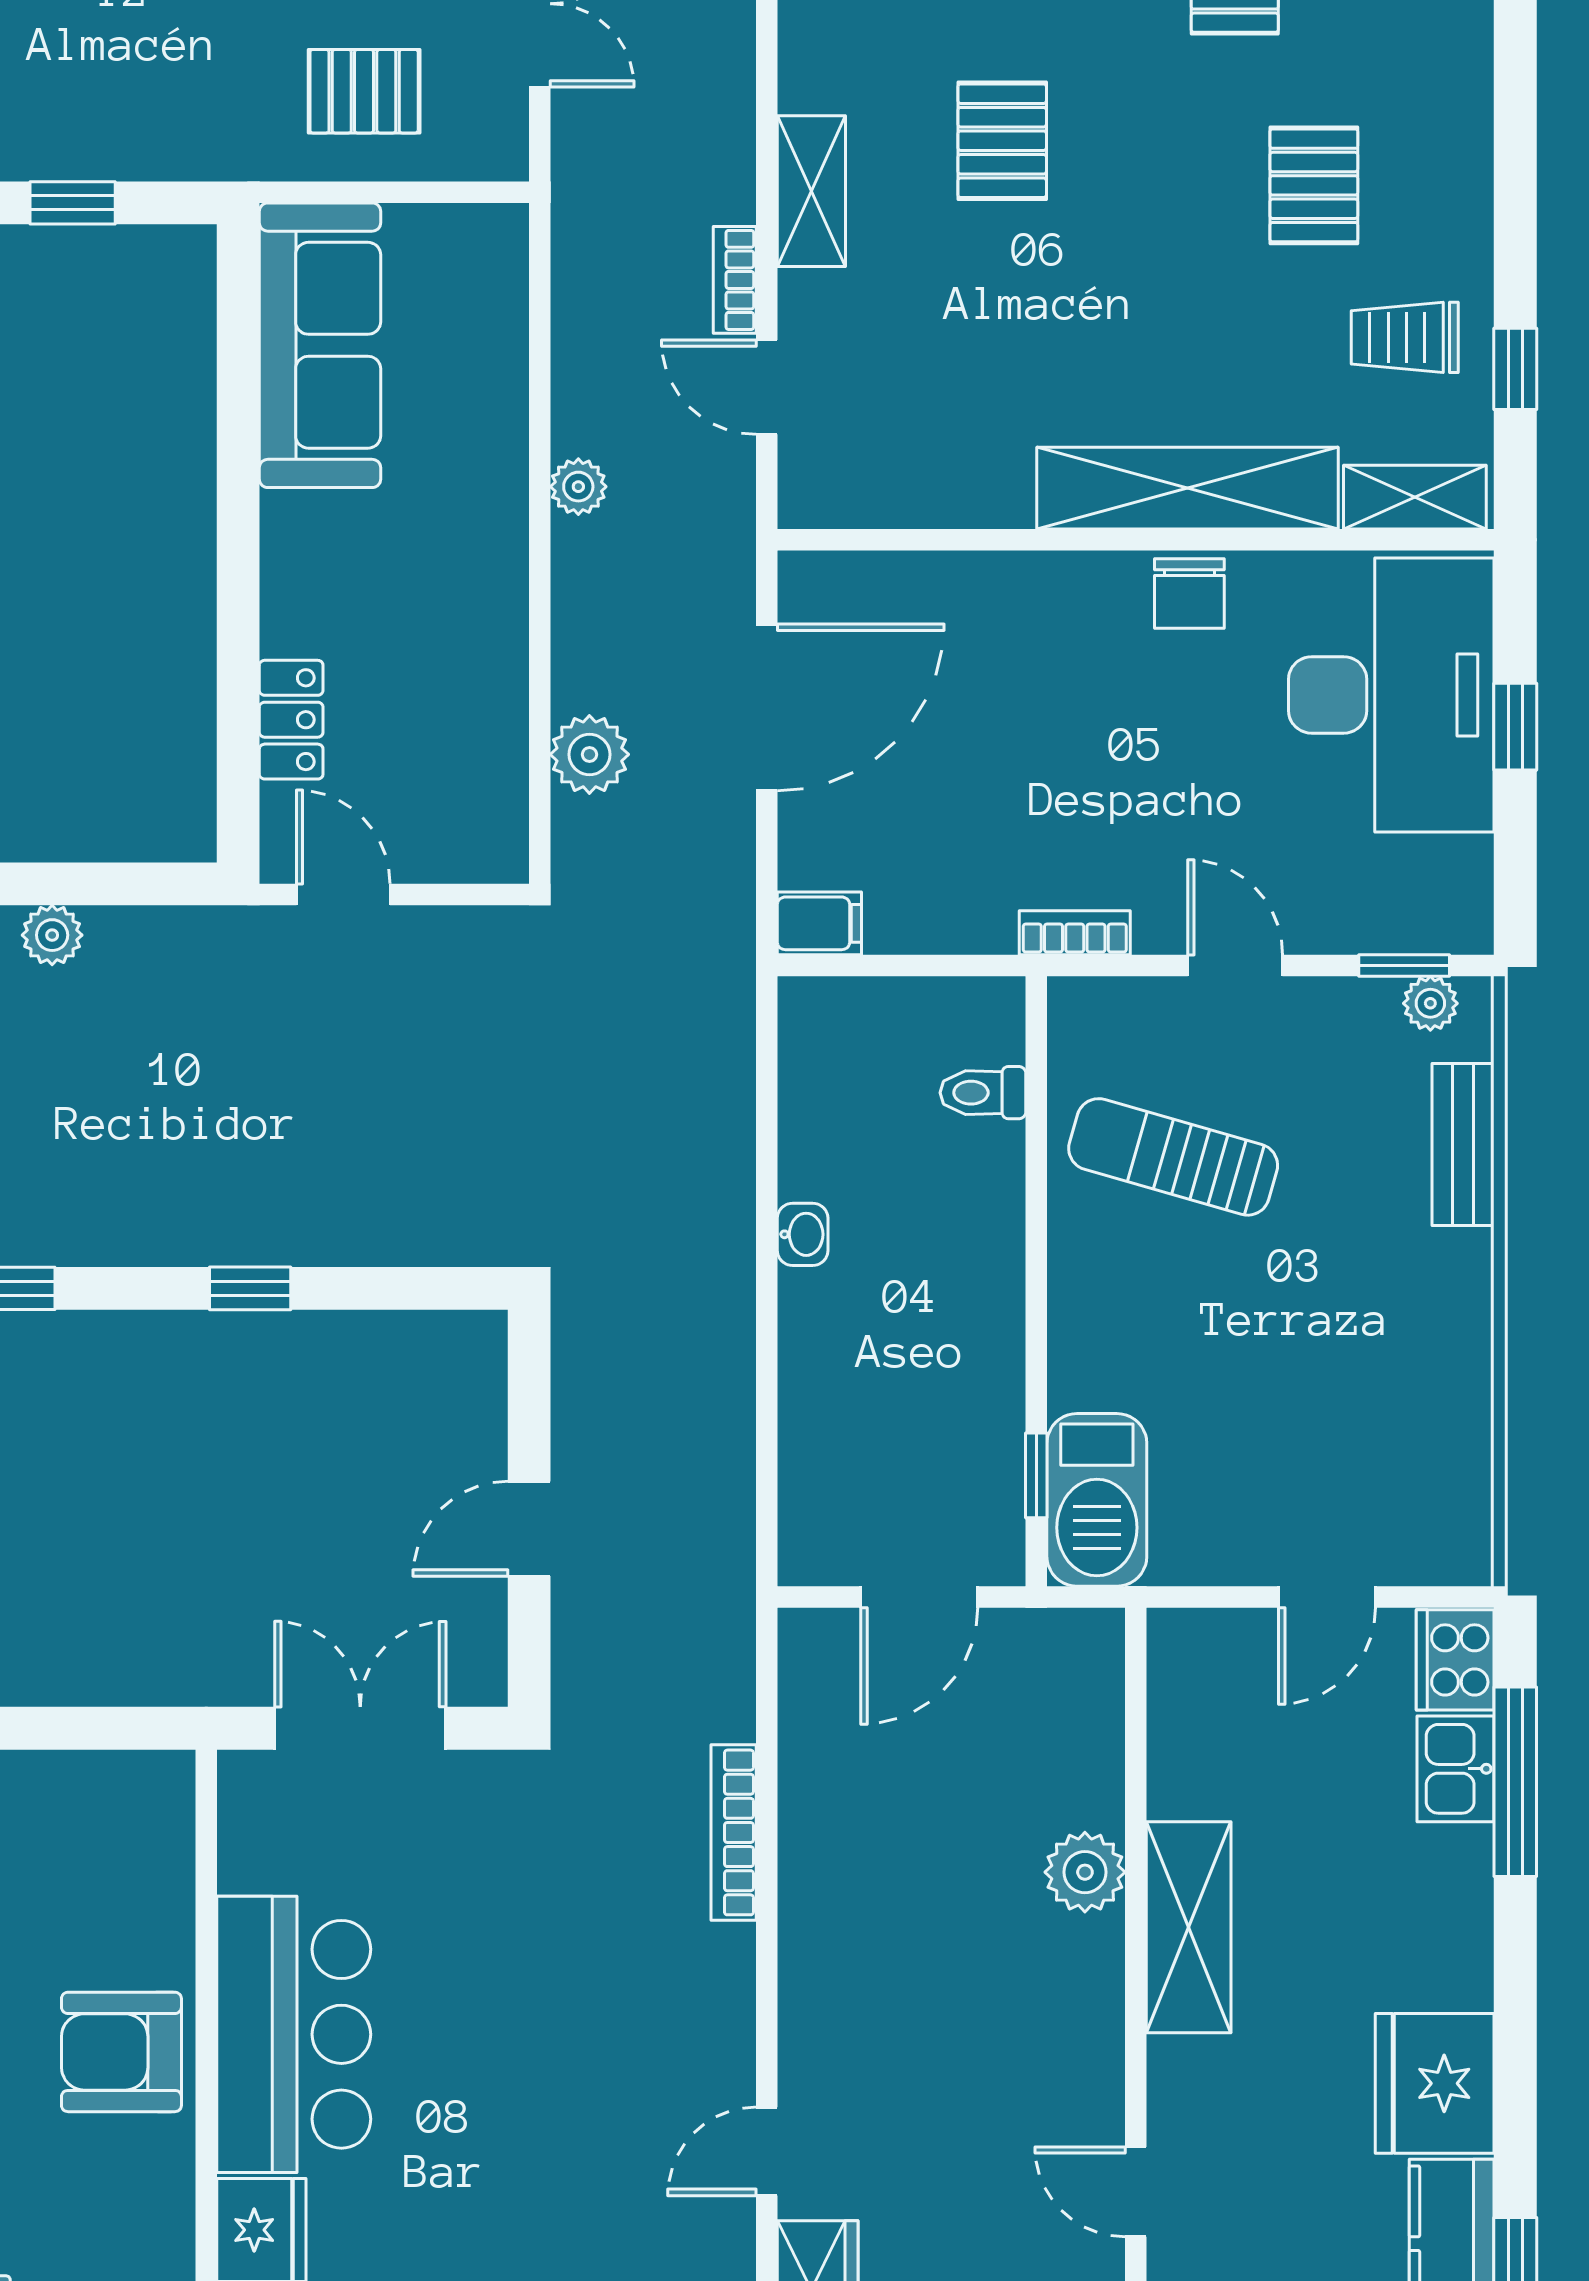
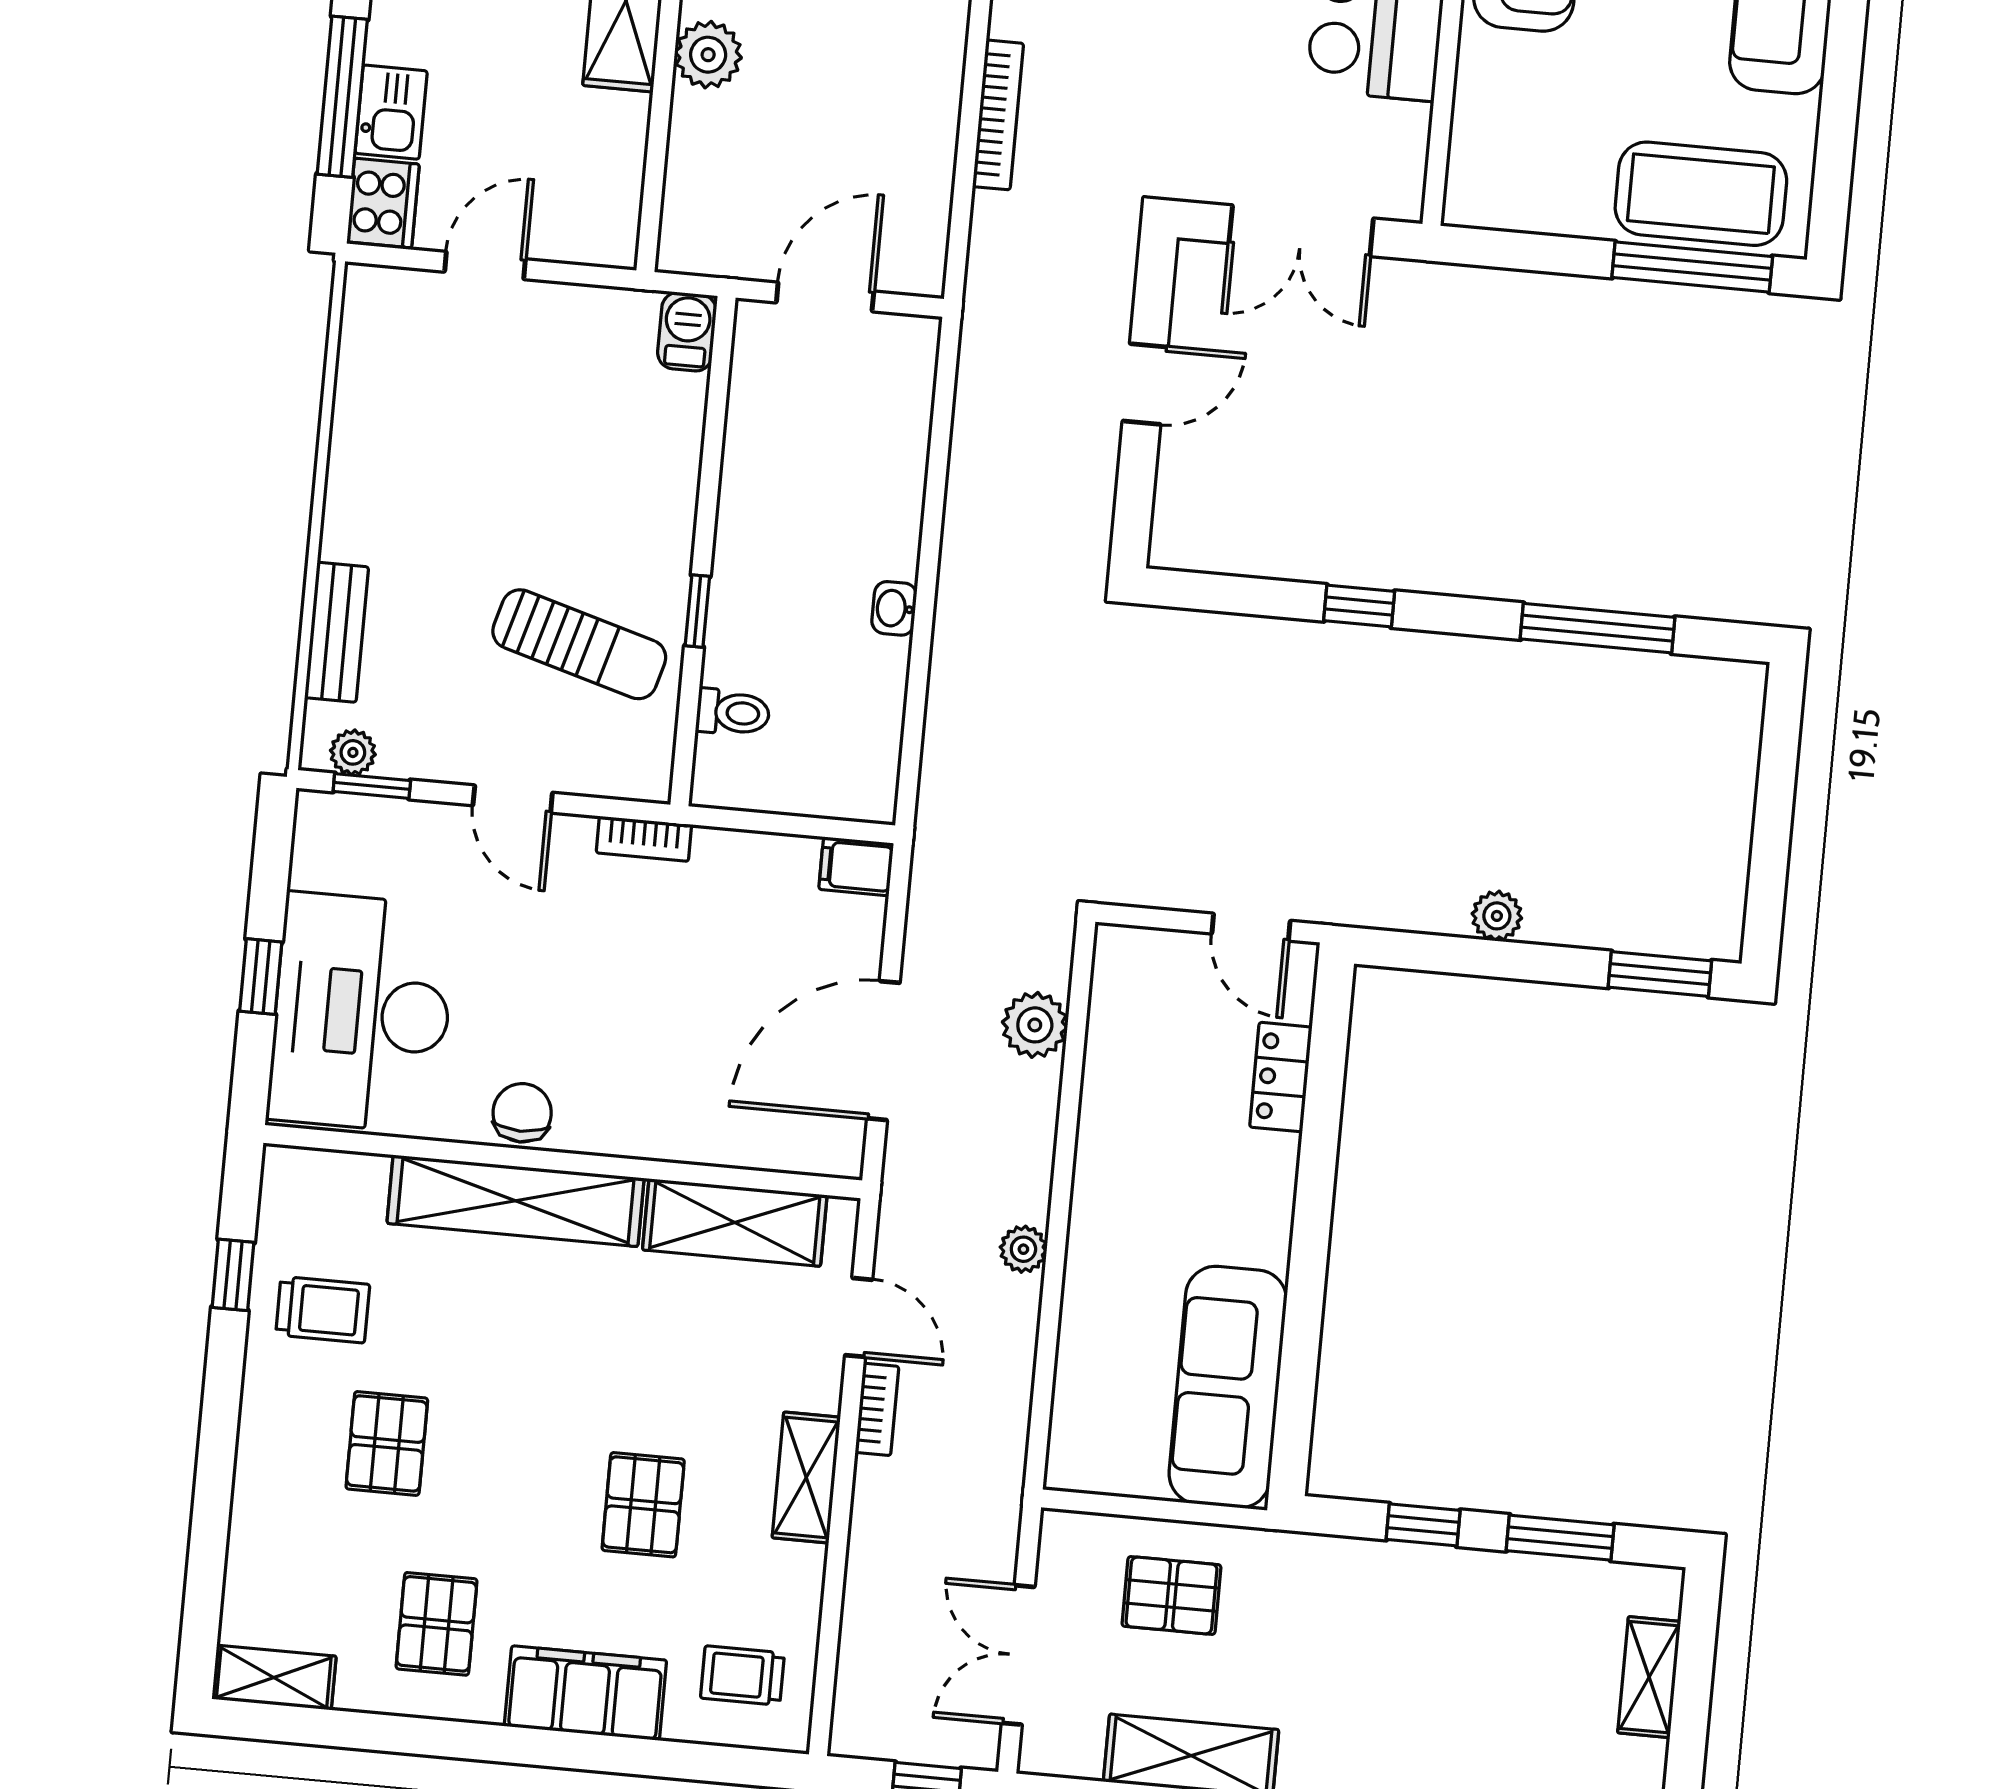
shelving: (1415, 497) -> (735, 1223), moved, width x1.50, depth x1.33
window: (1036, 1475) -> (697, 611), moved
barbecue: (1097, 1500) -> (687, 332), width x0.53, depth x0.65

